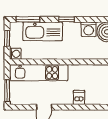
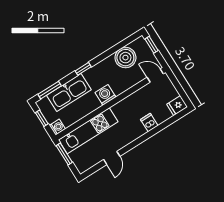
washing machine: (89, 29) -> (105, 95), moved, turned 180
window: (7, 91) -> (64, 154), moved
dishwasher: (79, 97) -> (149, 123), moved

